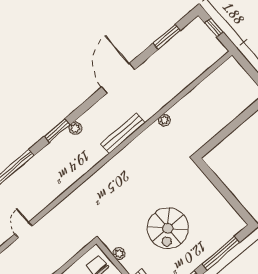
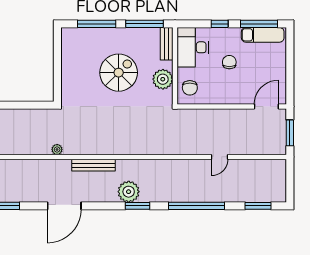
plant: (75, 128) -> (129, 192), width x1.88, depth x1.88
plant: (119, 254) -> (163, 79), width x1.88, depth x1.88

